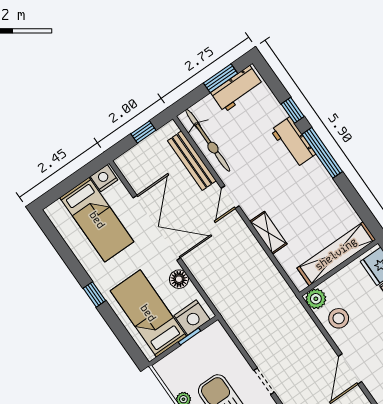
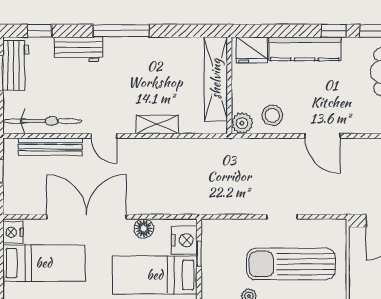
window: (293, 110) -> (40, 31), moved
workbench: (293, 142) -> (78, 49), moved

